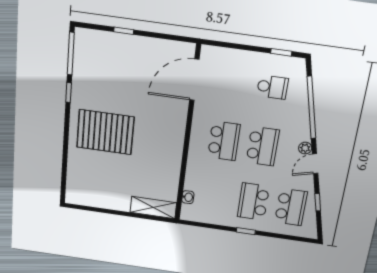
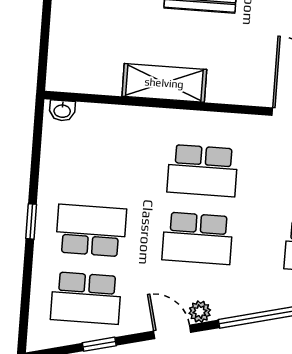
washbasin: (188, 197) -> (62, 111), moved
shelving: (153, 207) -> (164, 83), moved, turned 90

